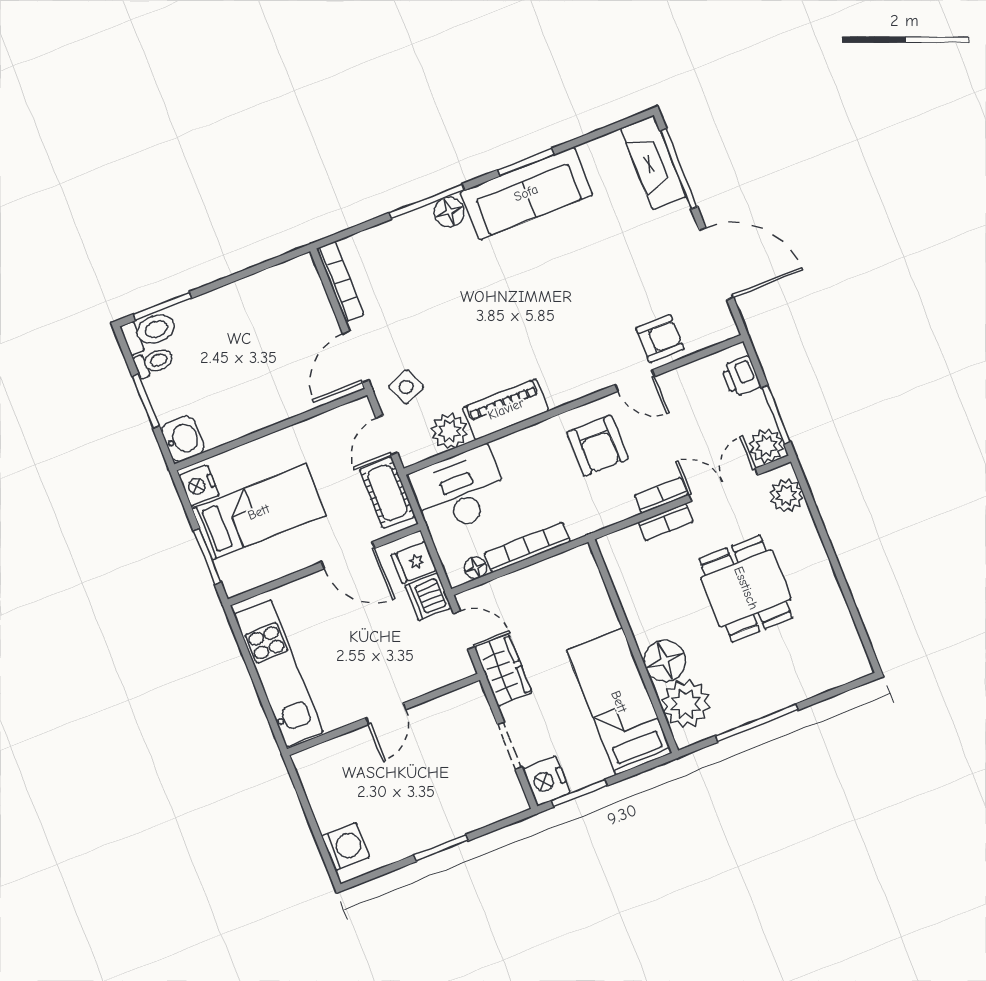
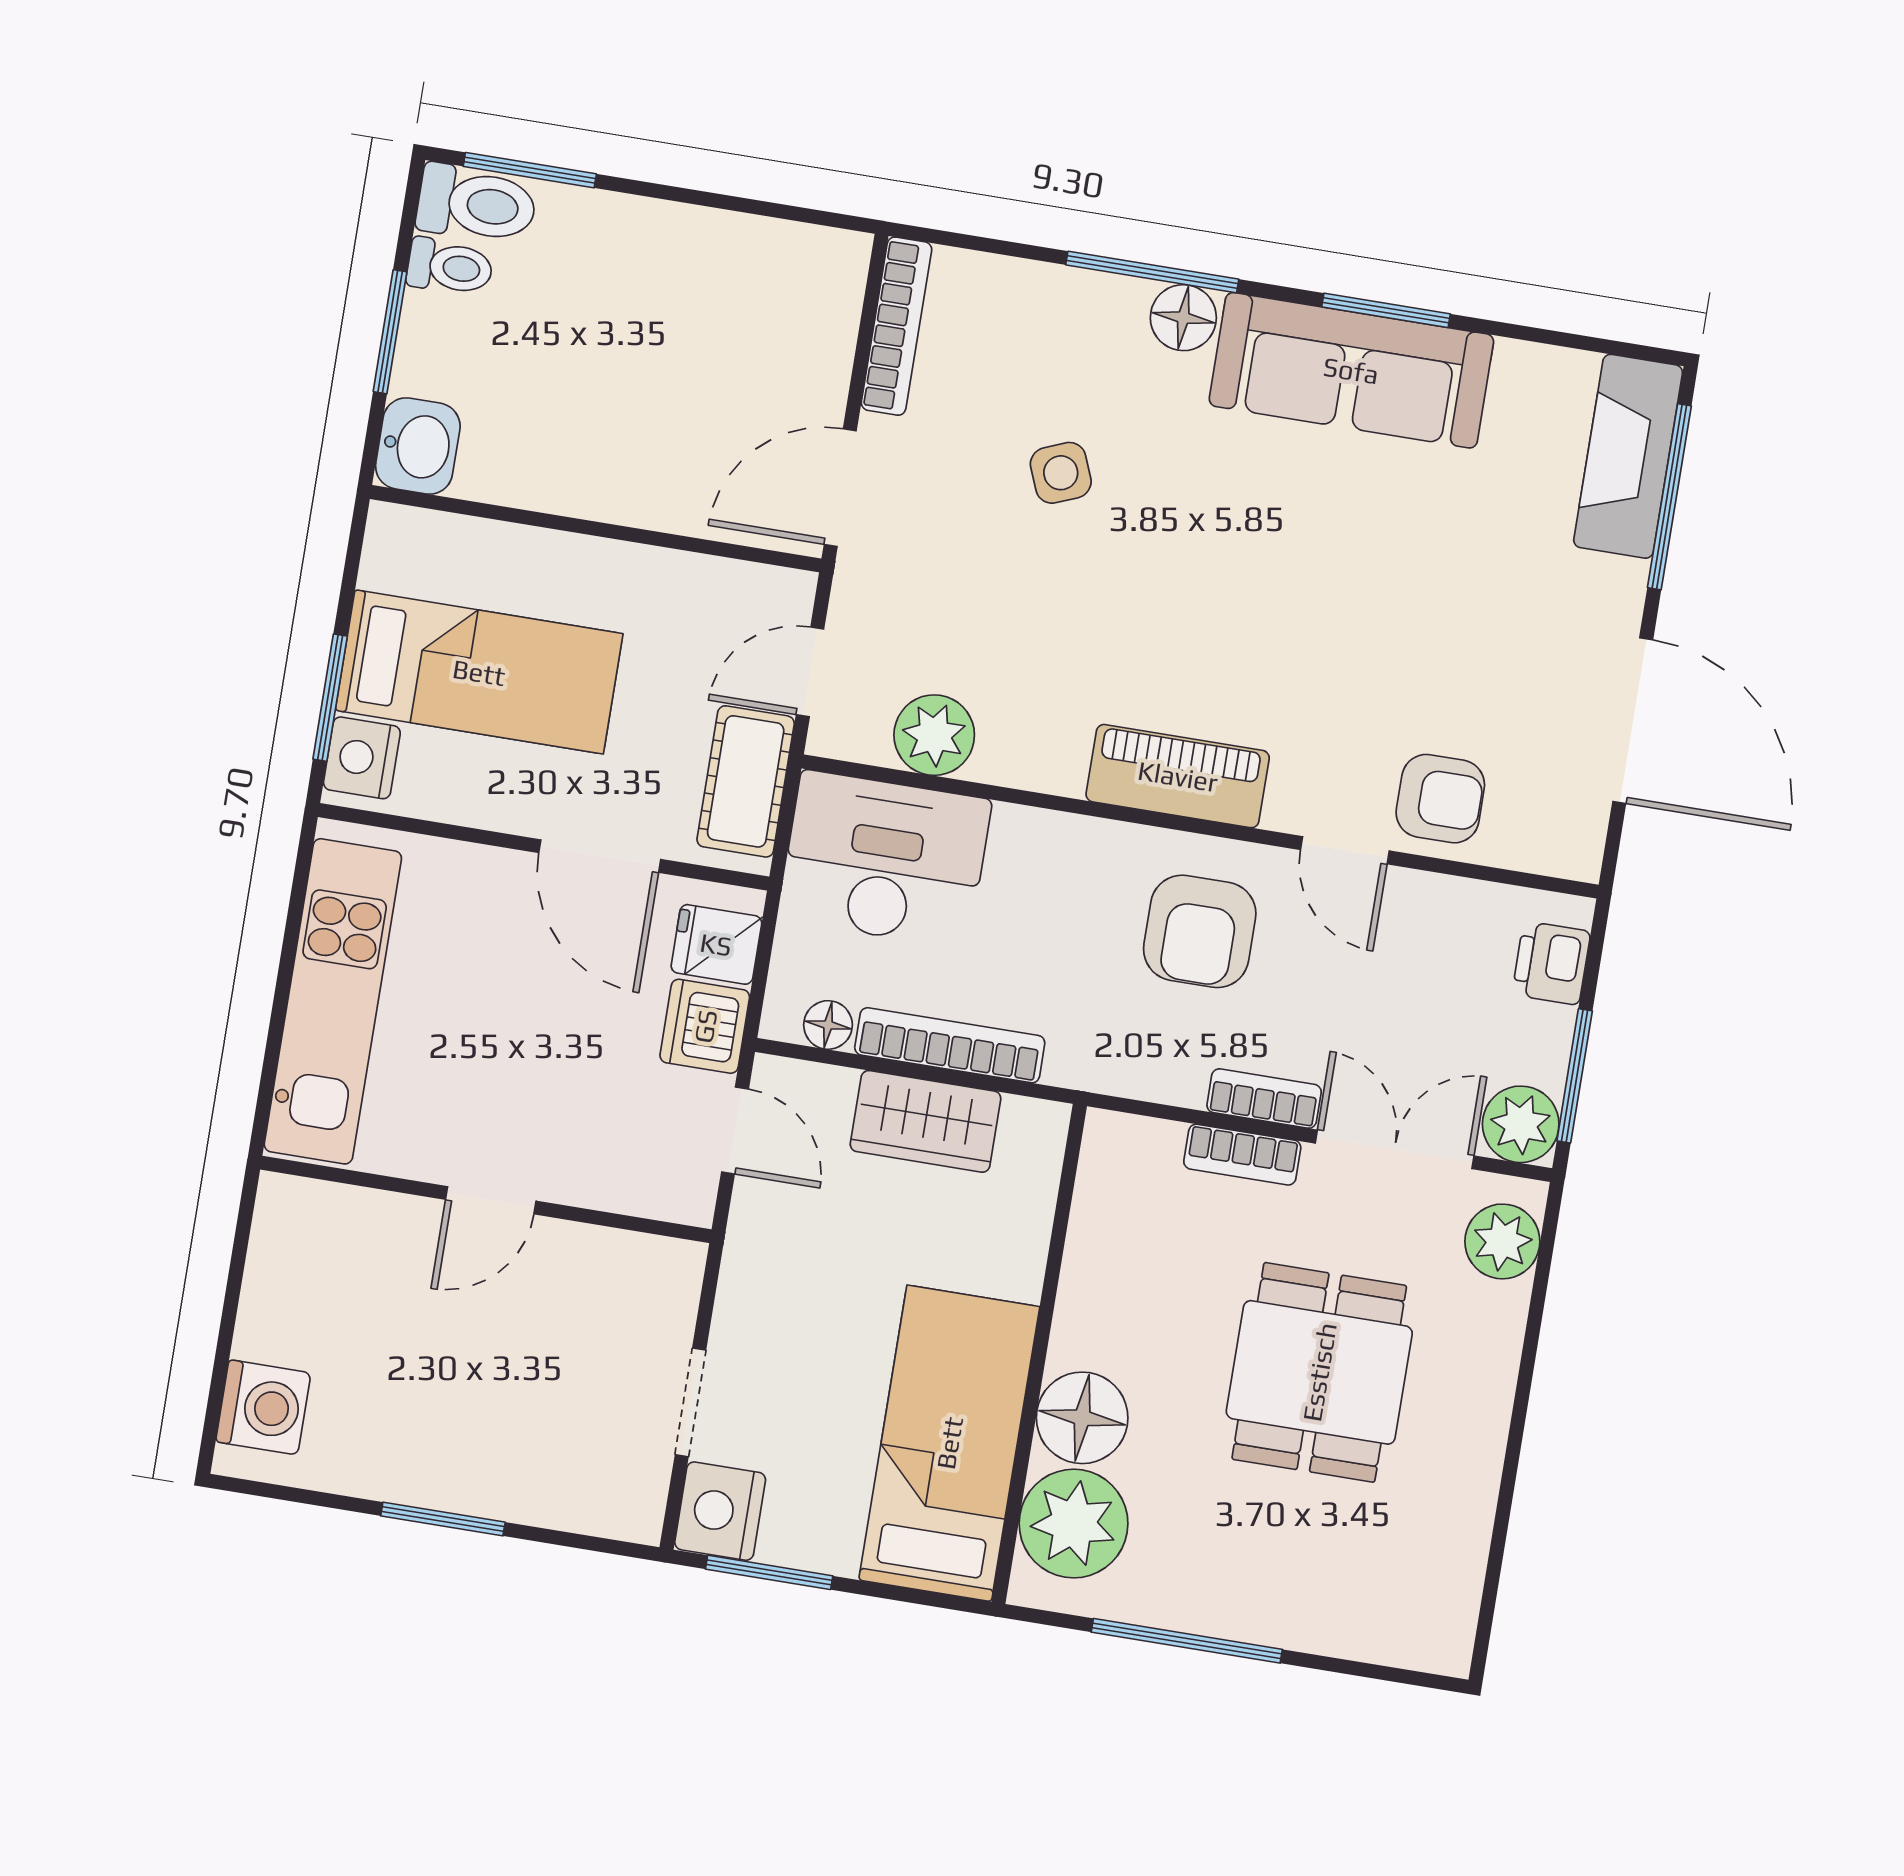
side table: (406, 387) -> (1061, 473), moved
piano: (506, 409) -> (1178, 776), moved
nightstand: (199, 485) -> (362, 758), moved
wardrobe: (503, 670) -> (926, 1121), moved, turned 90

